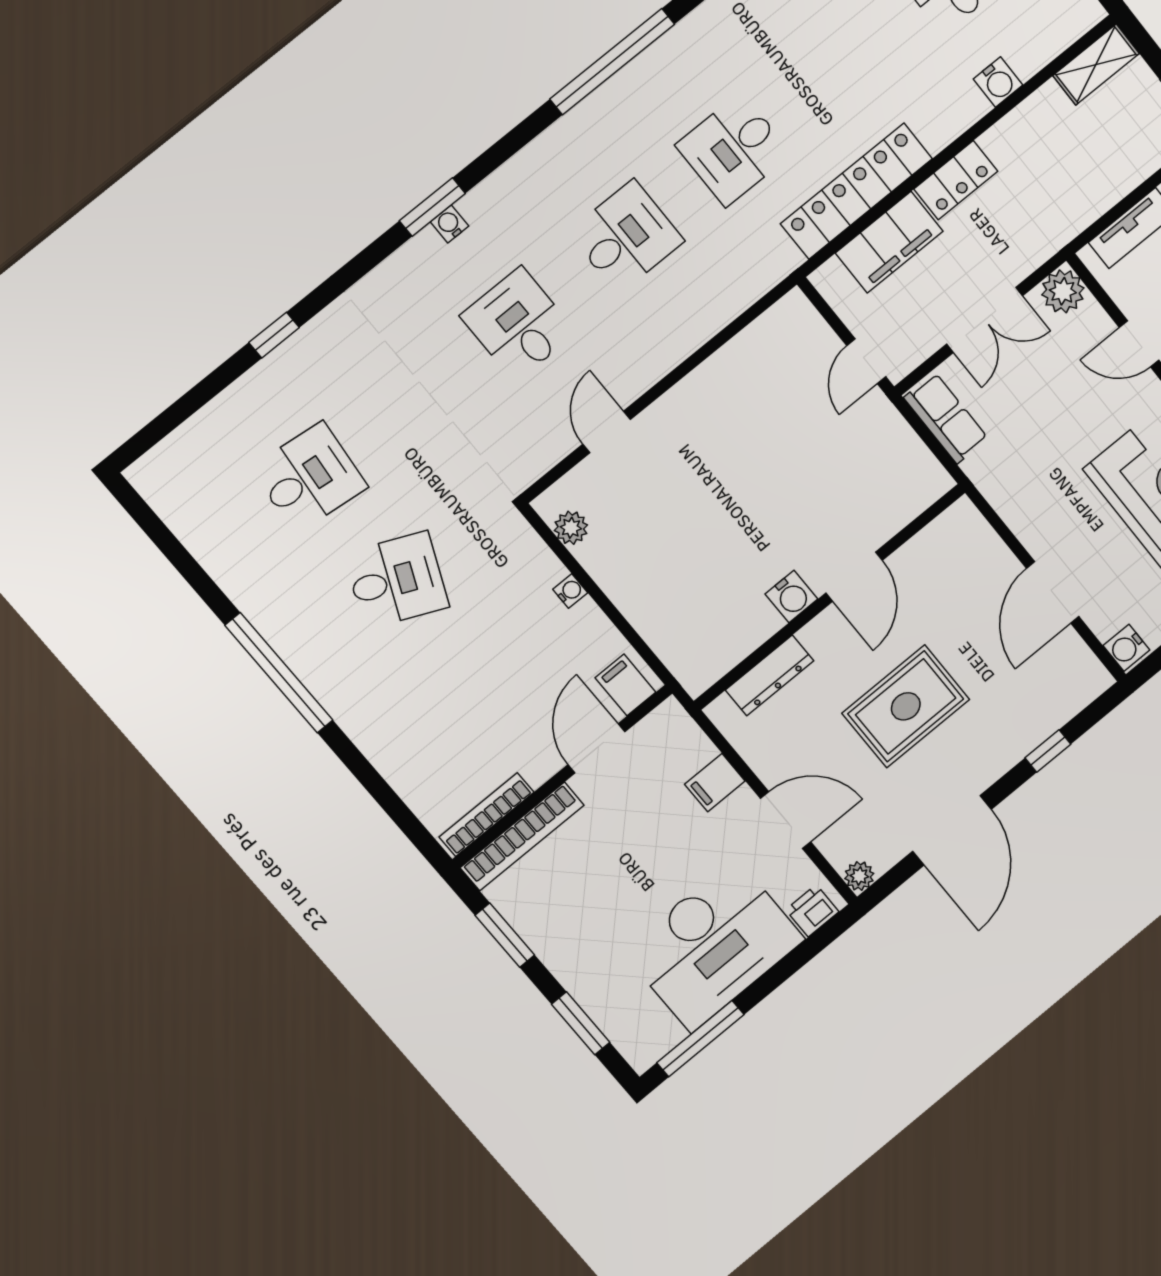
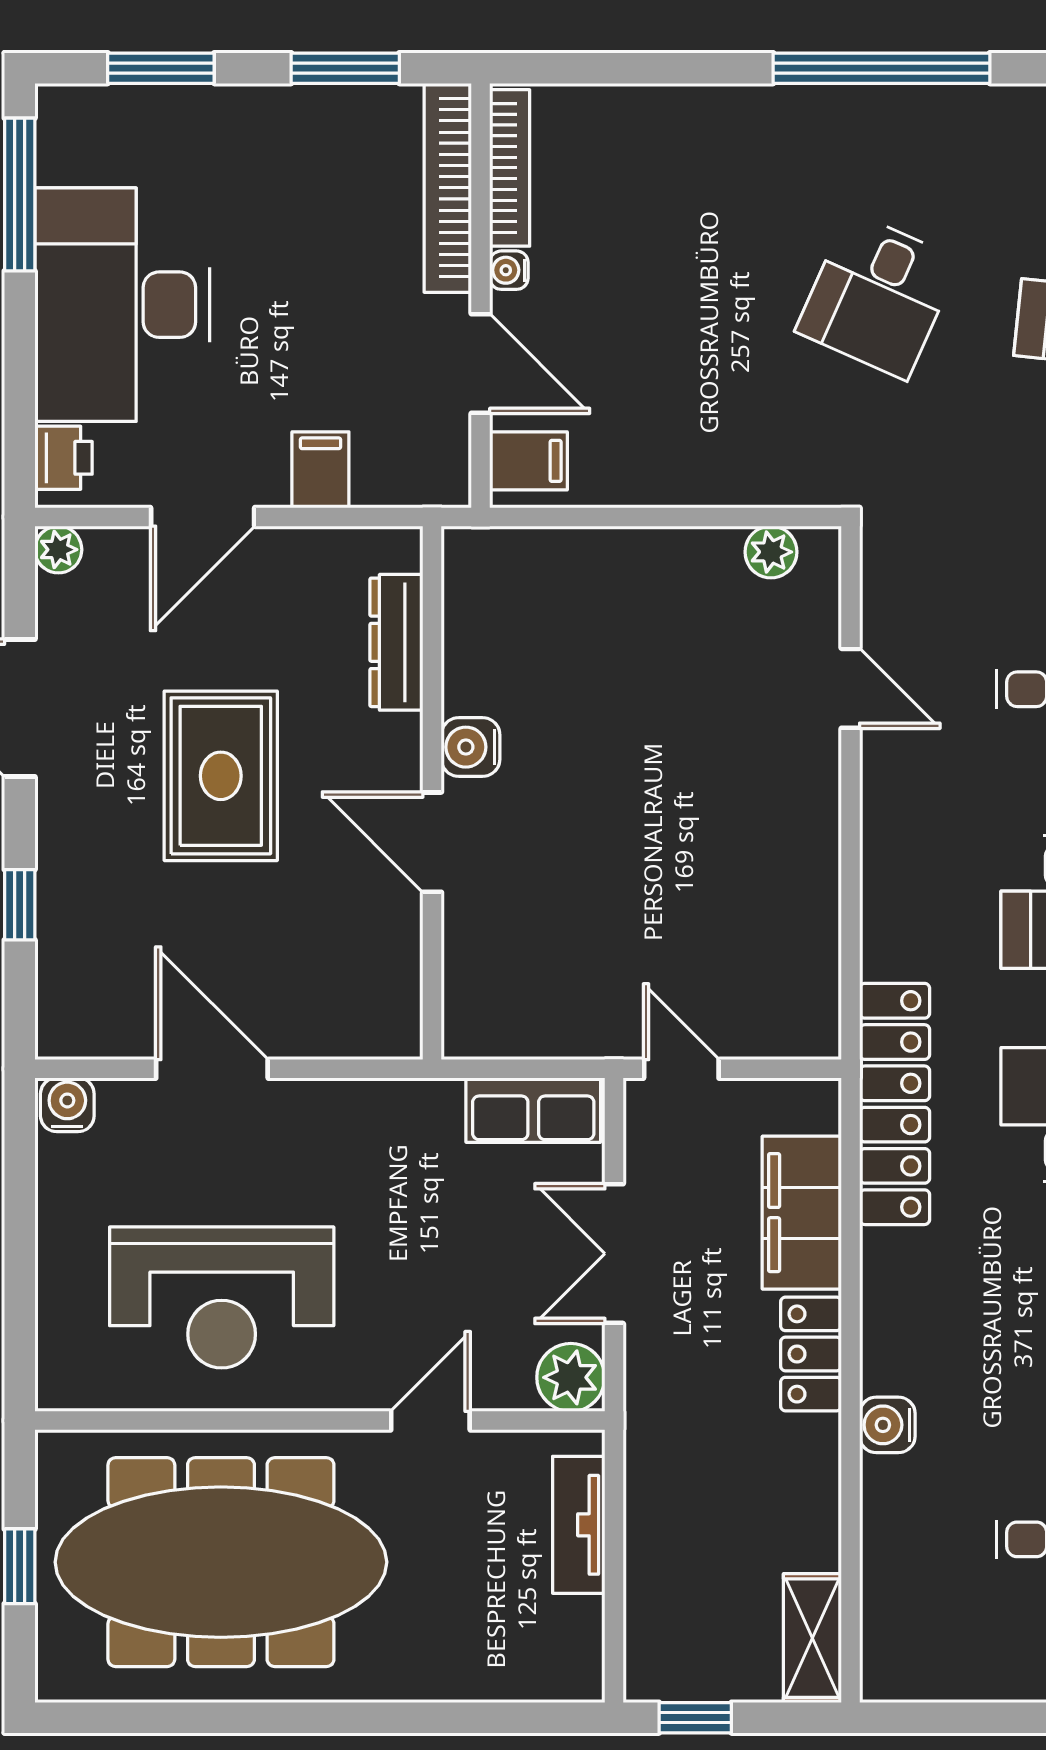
water cooler: (998, 82) -> (887, 1425), moved
locker: (857, 191) -> (895, 1104), moved
water cooler: (570, 591) -> (509, 270), moved, turned 90

